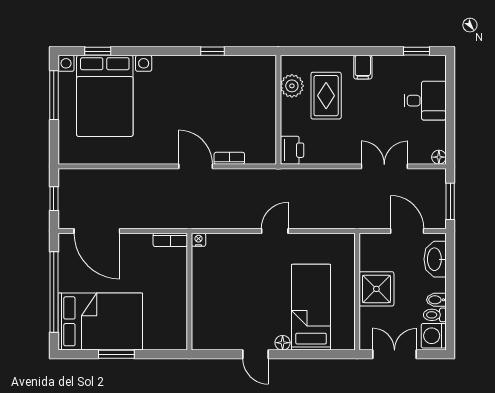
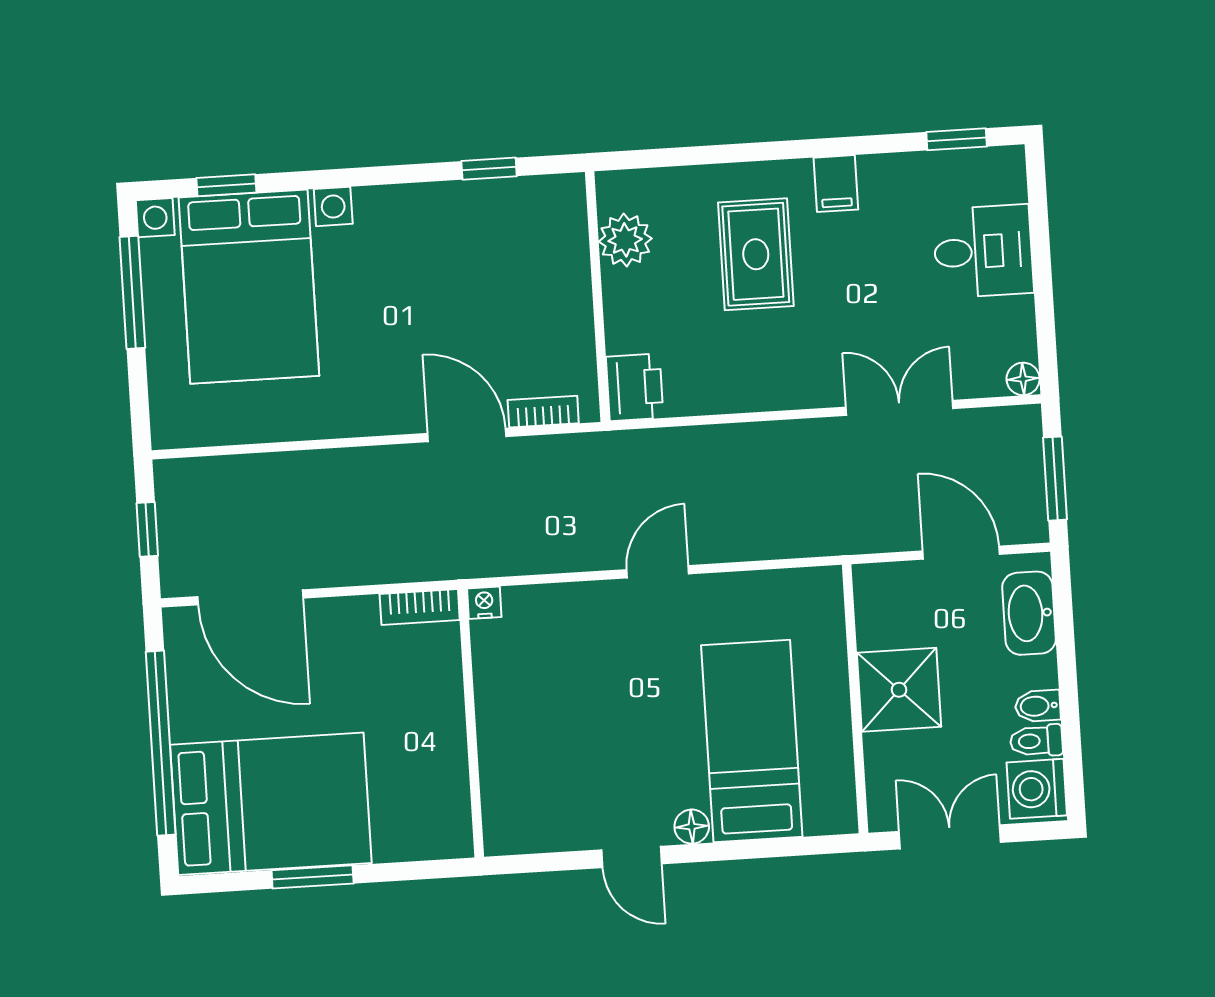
plant: (292, 86) -> (625, 240), moved
wall: (278, 110) -> (597, 297), moved
printer: (292, 150) -> (635, 387), moved

